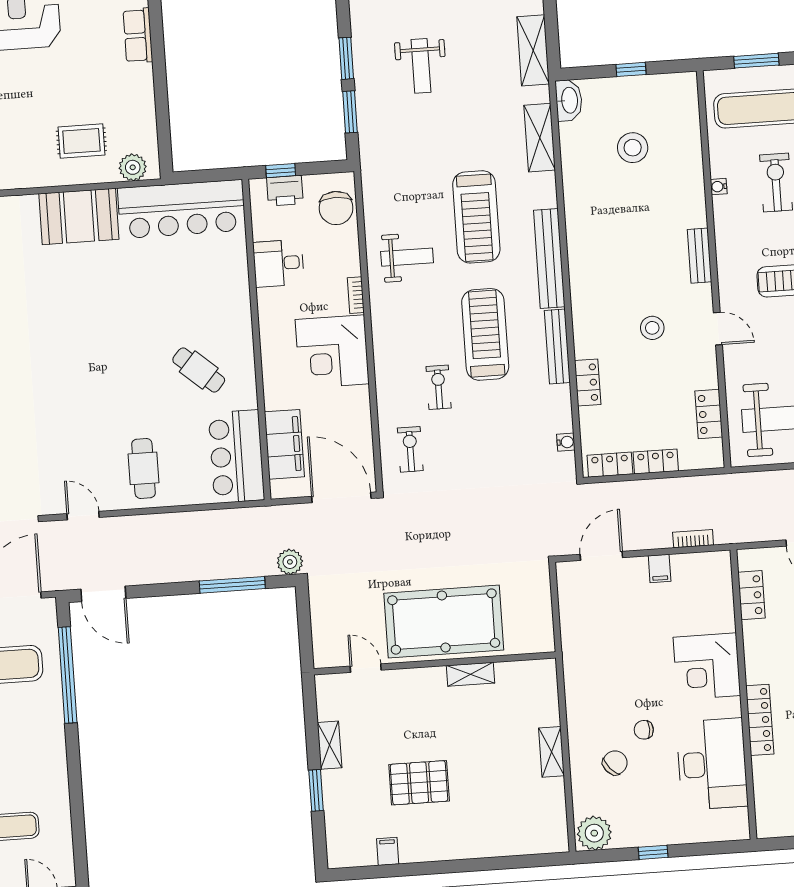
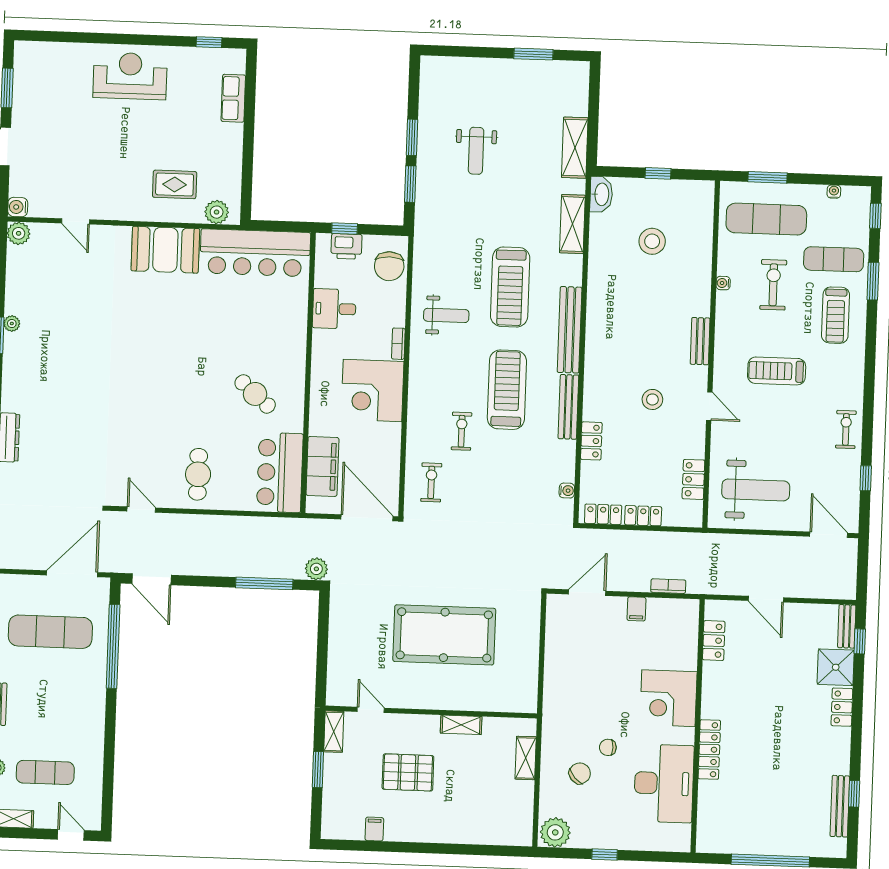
wall: (435, 663) -> (431, 712), moved
door: (366, 668) -> (371, 710), moved
shelving: (470, 674) -> (461, 725), moved

